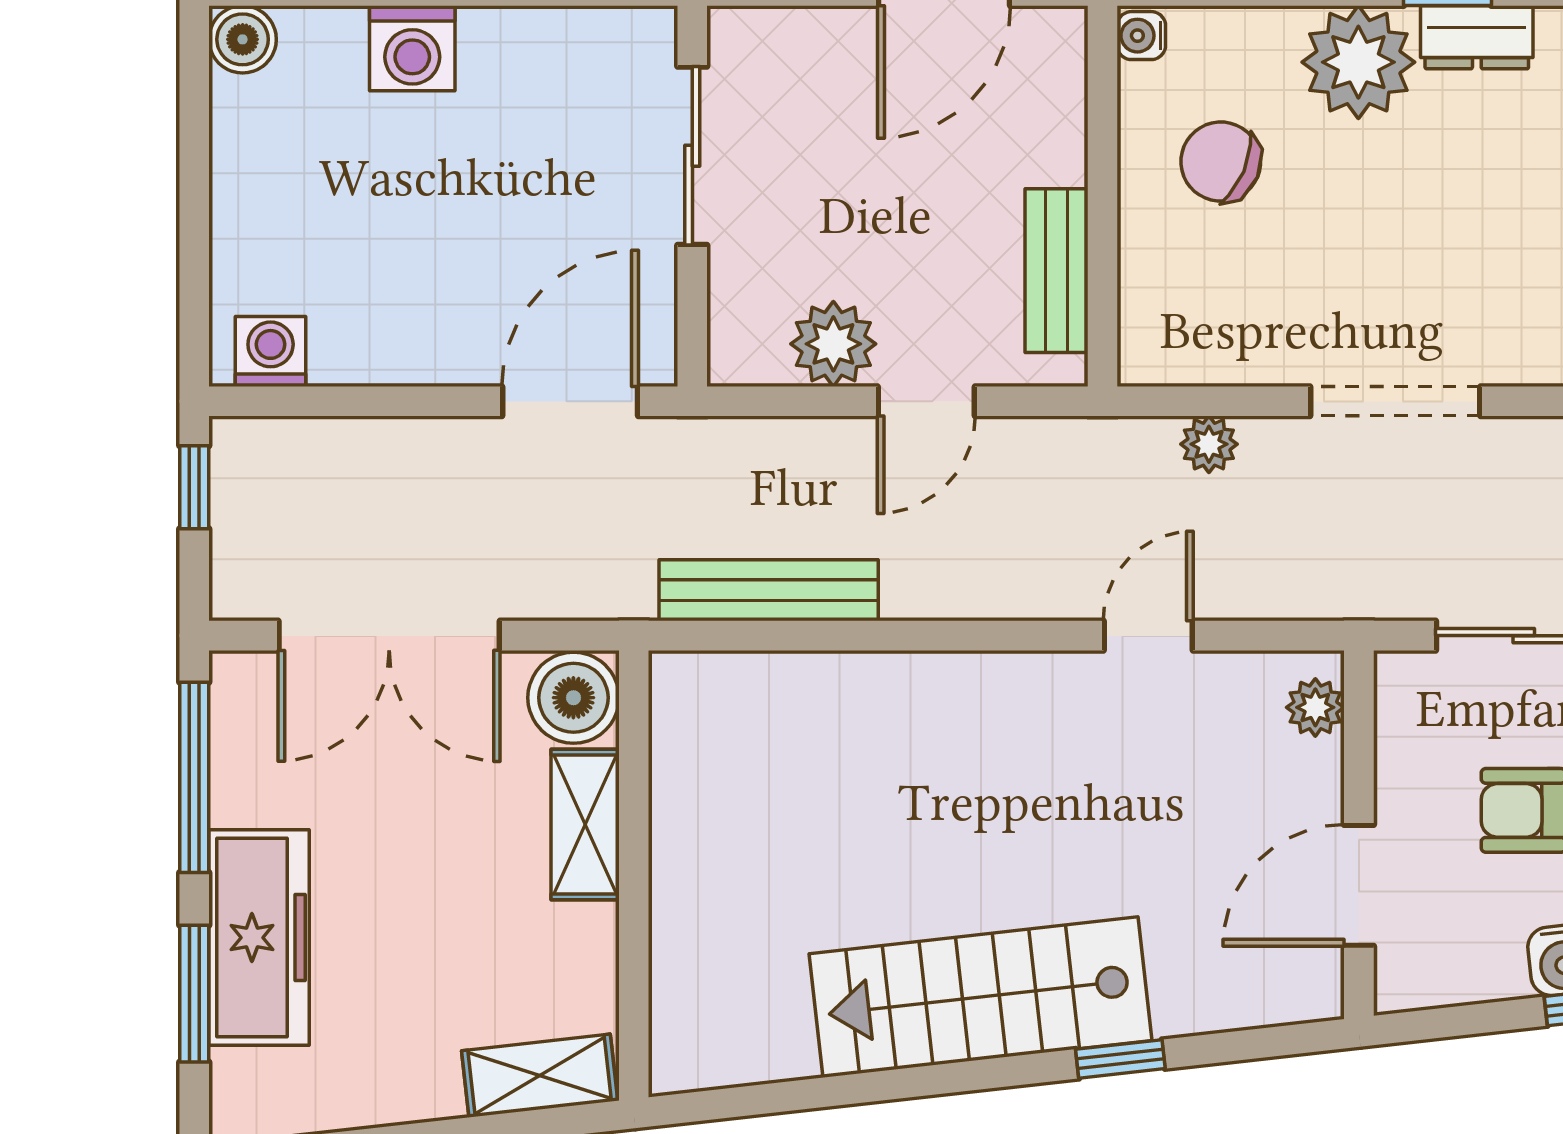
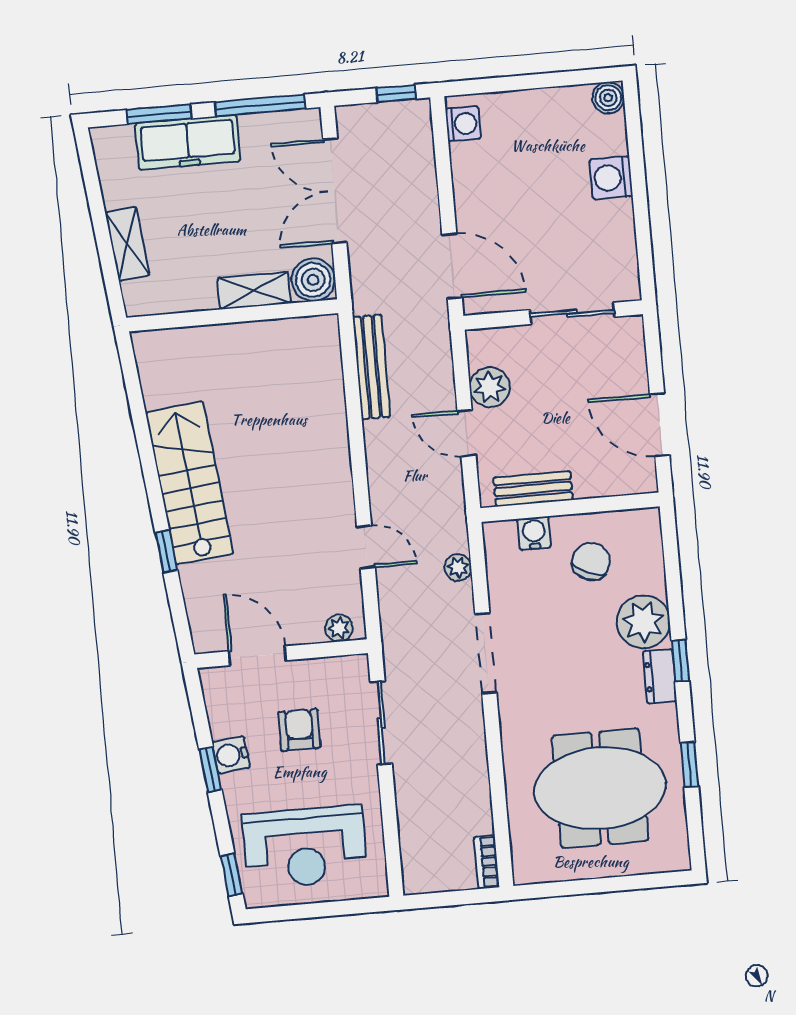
water cooler: (1141, 36) -> (534, 533), moved, width x1.38, depth x1.38
shelving: (540, 1076) -> (127, 244), moved

